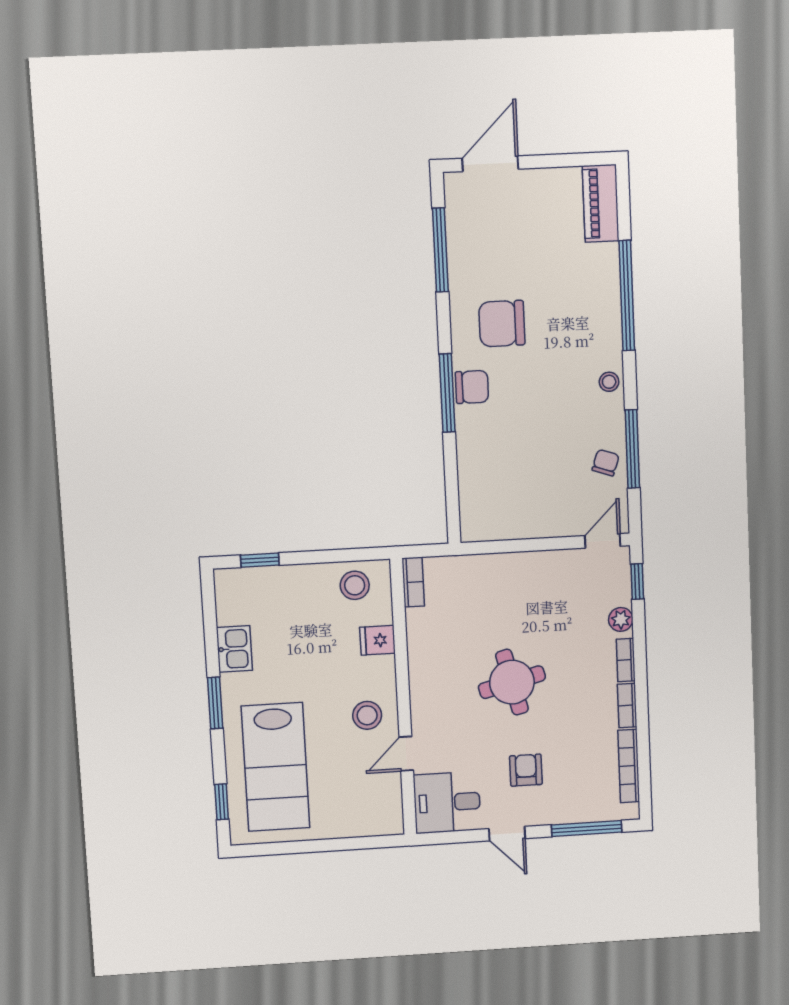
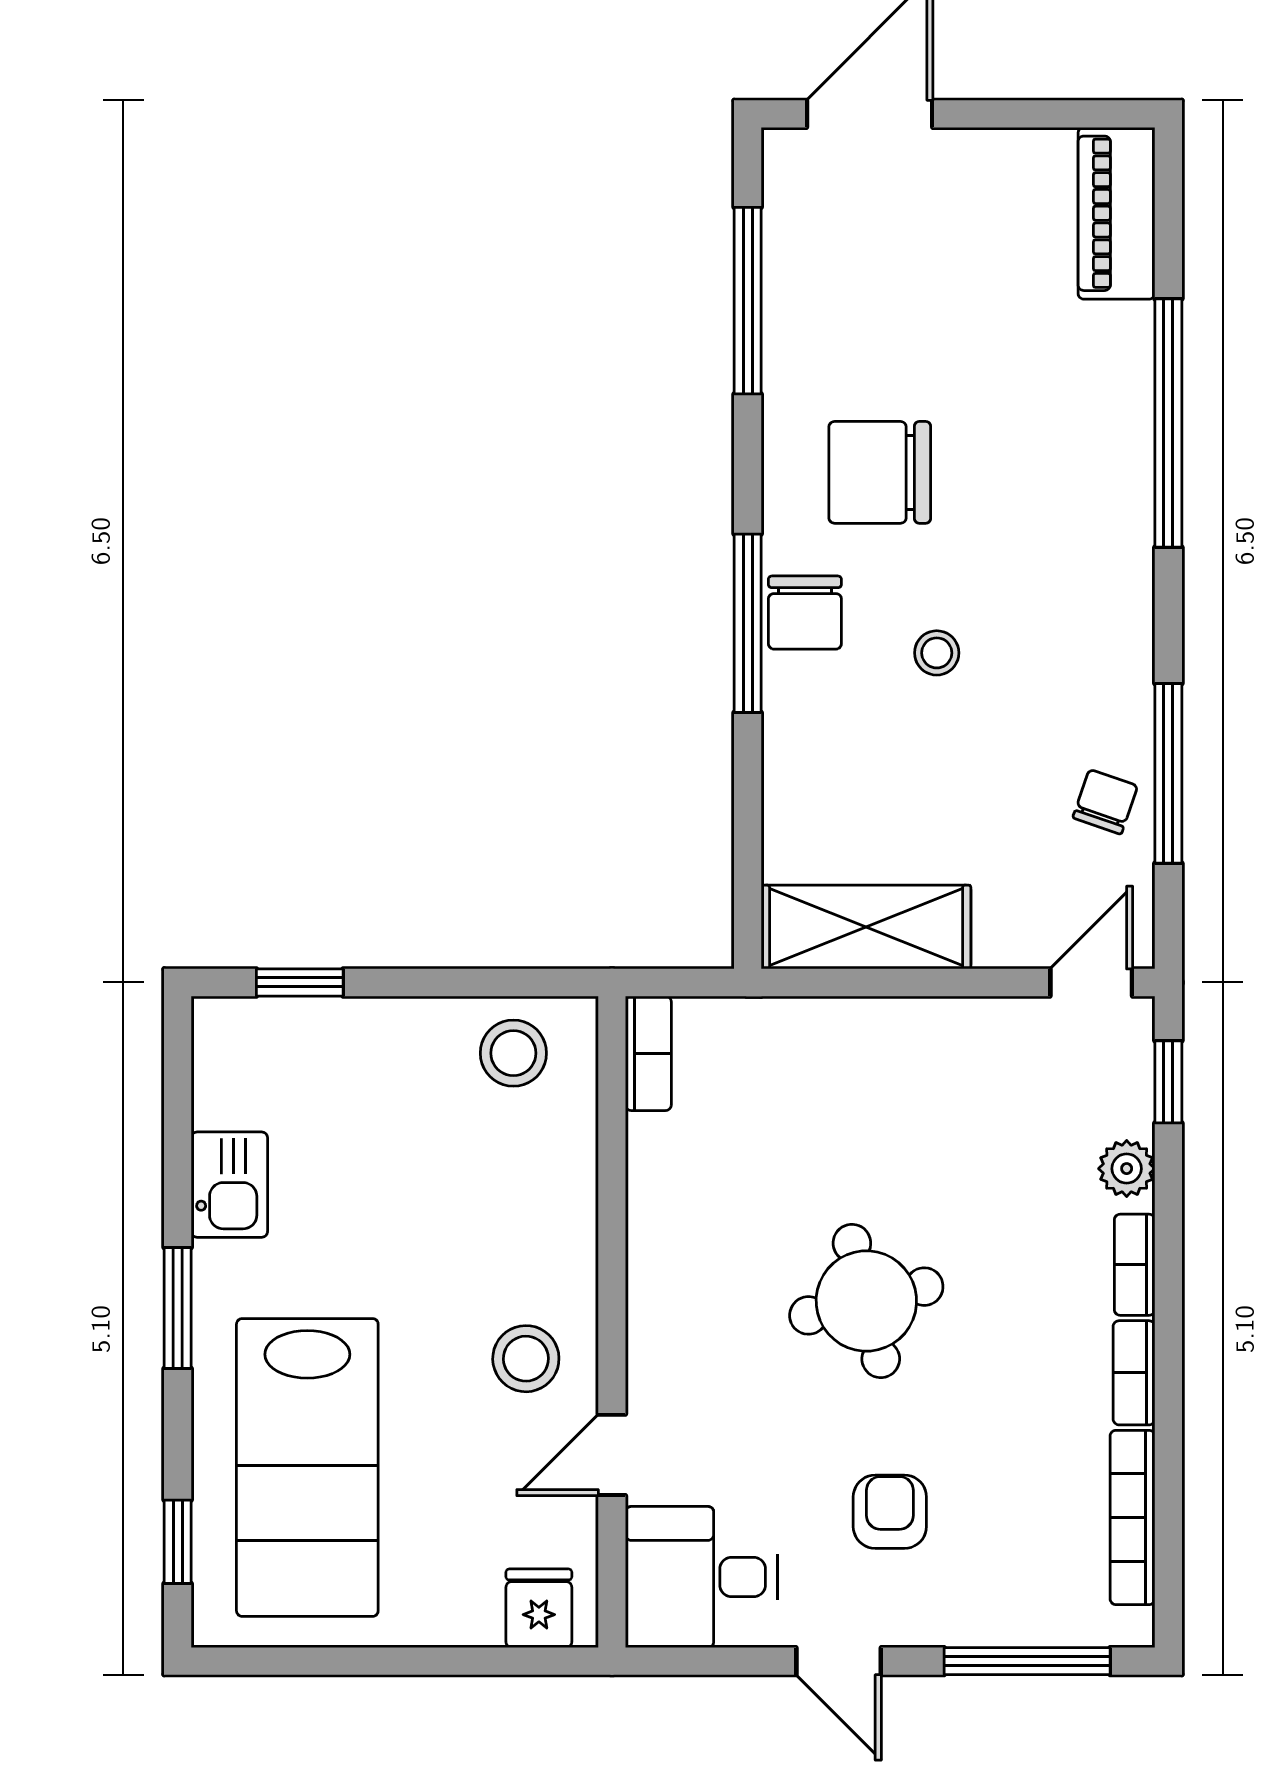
stool: (609, 382) -> (937, 653), moved
chair: (472, 387) -> (805, 613), turned 90
shelving: (505, 522) -> (866, 927), added
fridge: (377, 640) -> (539, 1608), moved, turned 90

